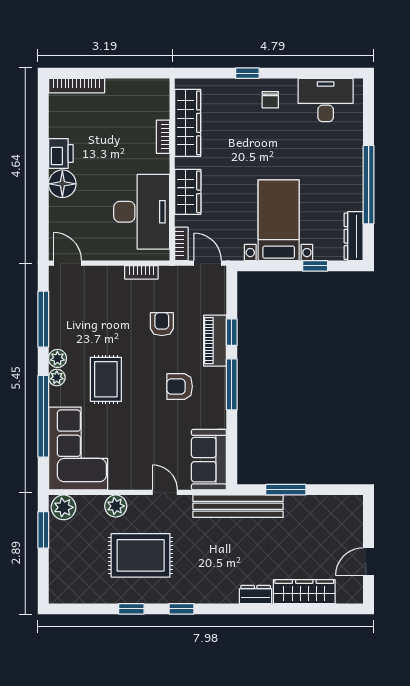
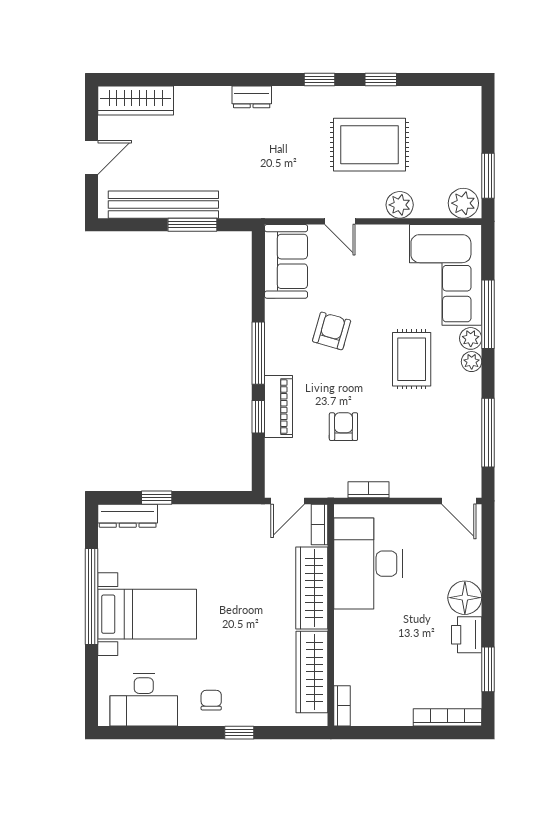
window: (43, 125) -> (488, 669), added
bookcase: (163, 137) -> (342, 706), moved
wardrobe: (188, 192) -> (312, 588), width x1.50
bed with nightstands: (279, 220) -> (147, 614), moved, turned -90
dresser: (354, 236) -> (128, 516), moved, turned 90
door: (208, 263) -> (288, 501), hinge flipped
armchair: (162, 324) -> (343, 427), turned 180
plant: (57, 358) -> (471, 338), moved
armchair: (180, 386) -> (332, 331), moved, turned -74
window: (43, 416) -> (488, 314), width x0.68
bench: (238, 506) -> (163, 205), moved
door: (369, 562) -> (91, 158), moved
wardrobe: (304, 592) -> (136, 100), moved
dresser: (256, 595) -> (252, 97), moved

